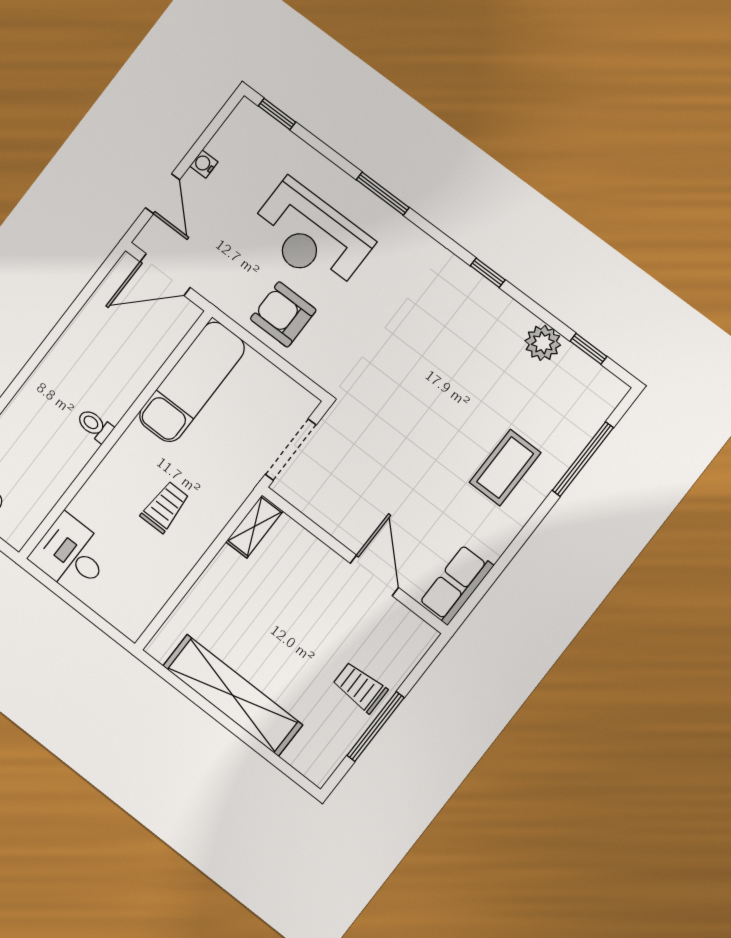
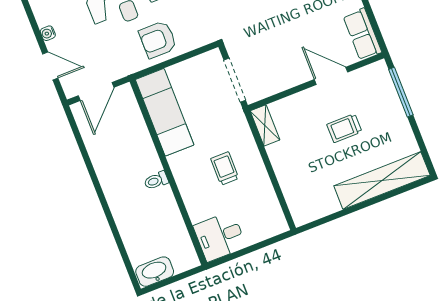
trolley: (360, 687) -> (344, 128), moved
shelving: (233, 695) -> (382, 181), moved
window: (376, 727) -> (401, 92), moved

